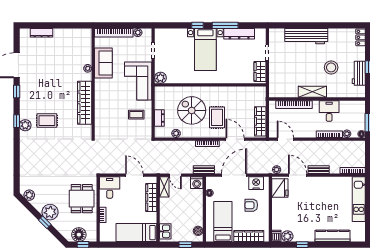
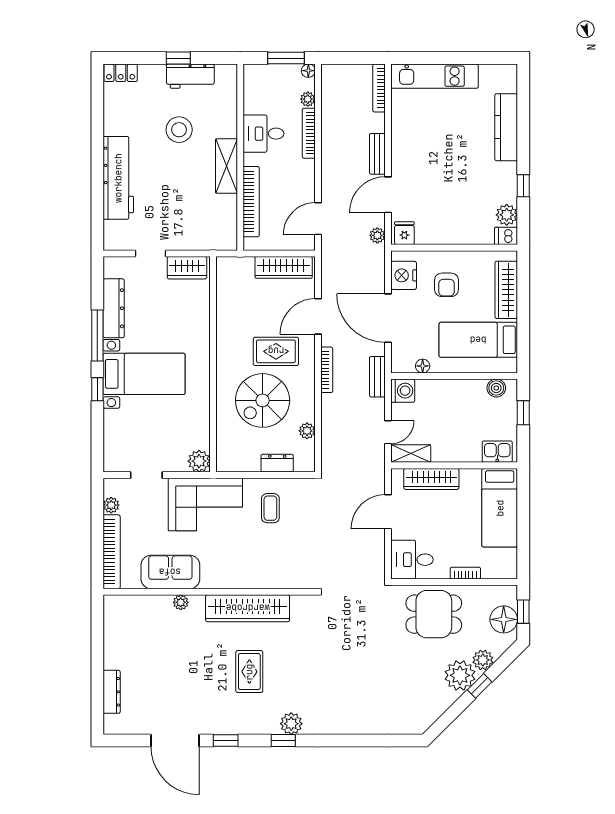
rug: (47, 121) -> (249, 672), moved
fridge: (280, 188) -> (404, 233), width x0.53, depth x0.75
plant: (29, 195) -> (483, 660), moved

